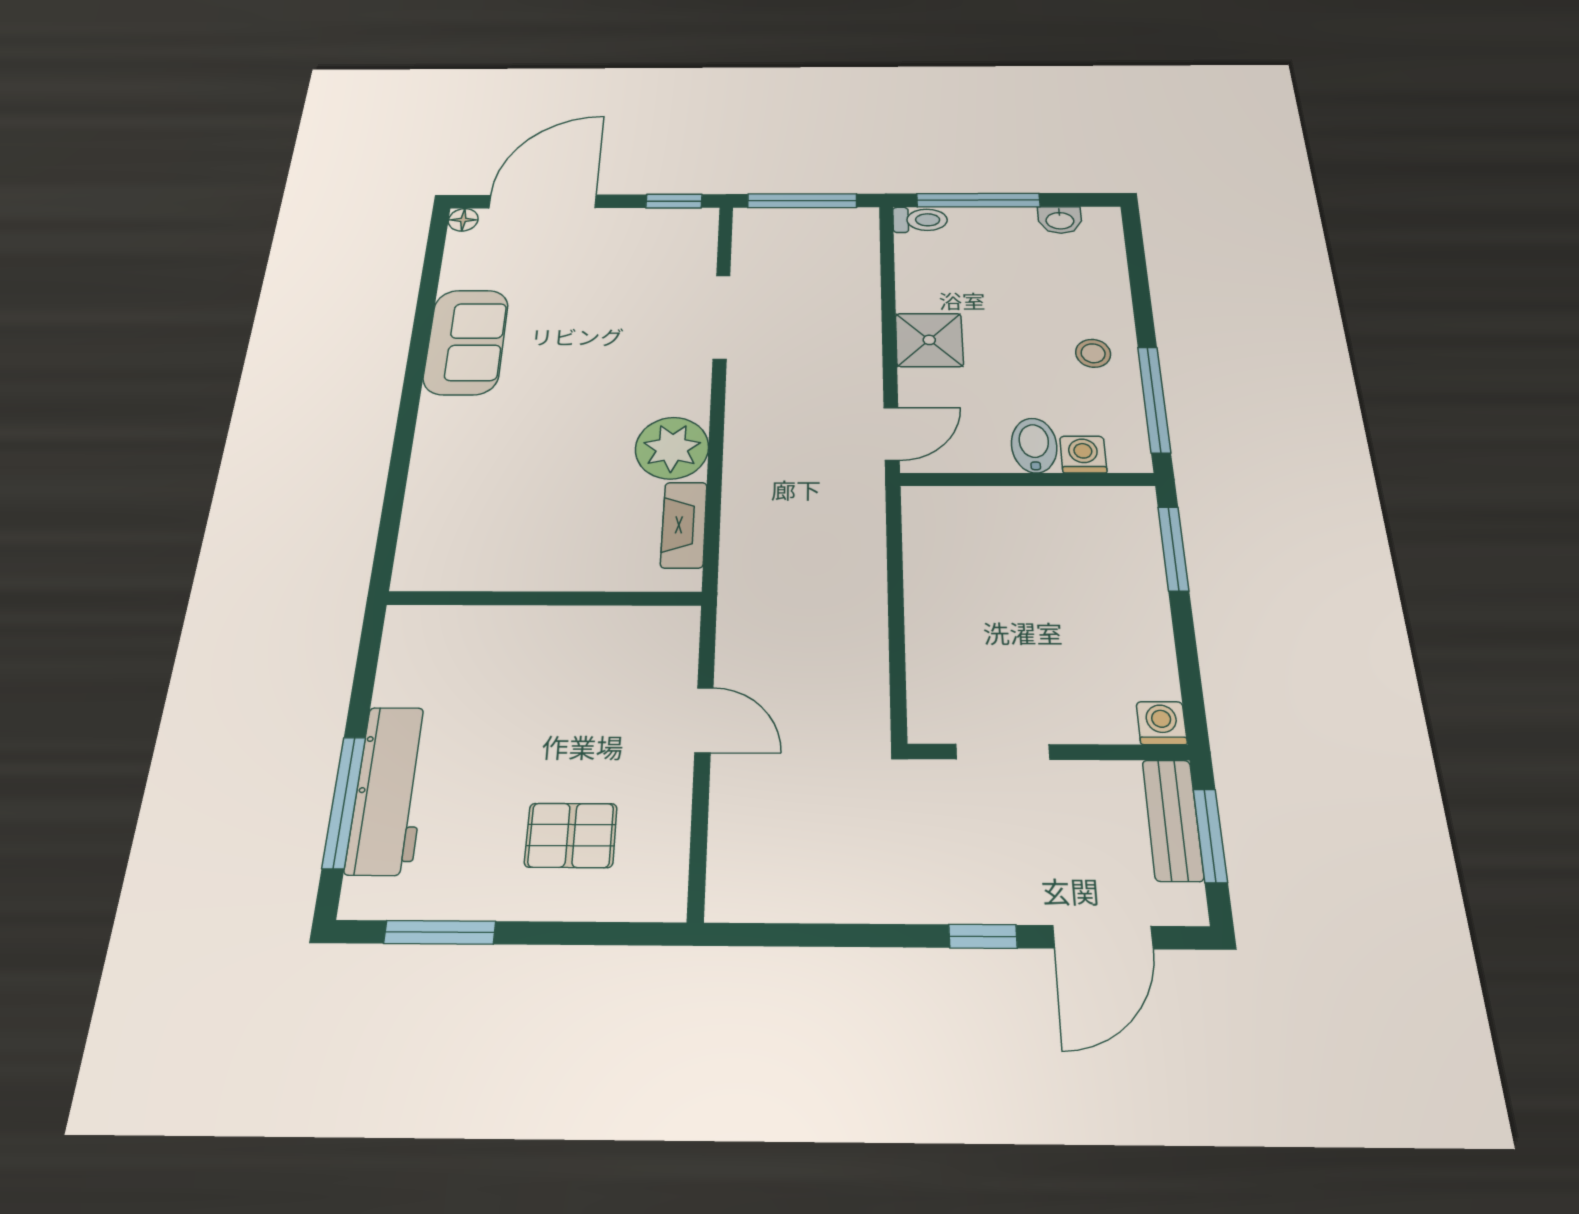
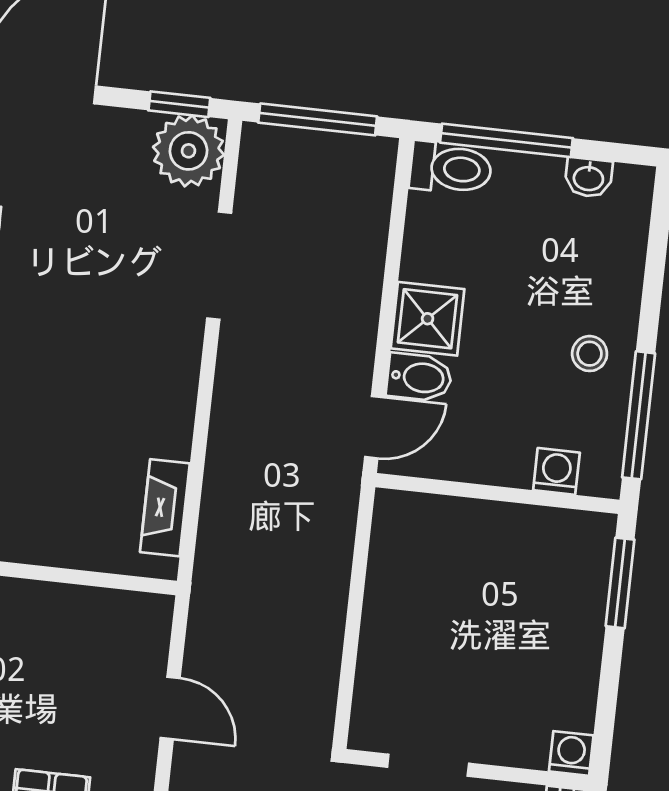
toilet: (920, 220) -> (451, 168), width x1.37, depth x1.39
bidet: (1034, 445) -> (419, 377), moved, turned 90
plant: (672, 448) -> (189, 151), moved

